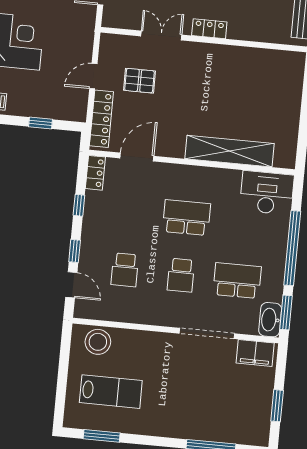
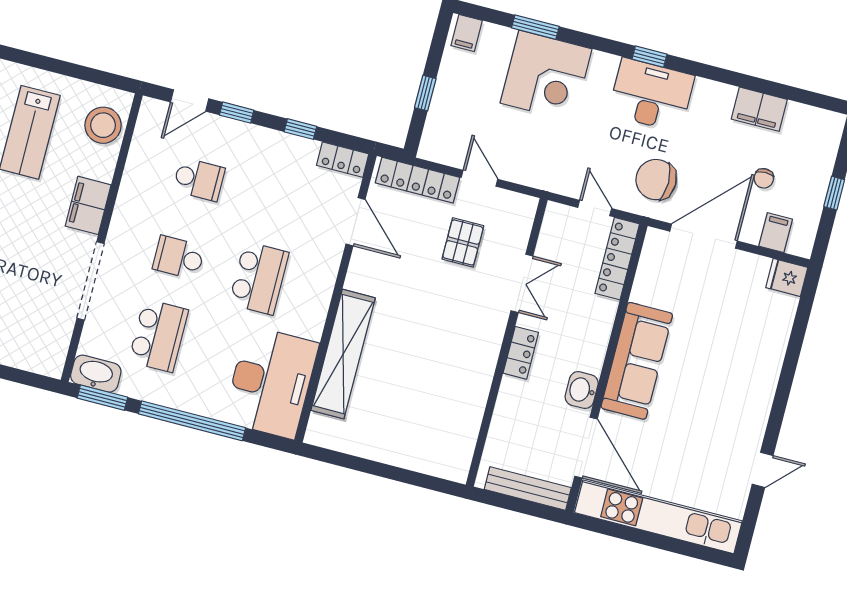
desk: (267, 193) -> (271, 382), width x1.36, depth x1.30
school desk: (125, 270) -> (199, 179), turned 180
filing cabinet: (255, 353) -> (88, 205), moved

